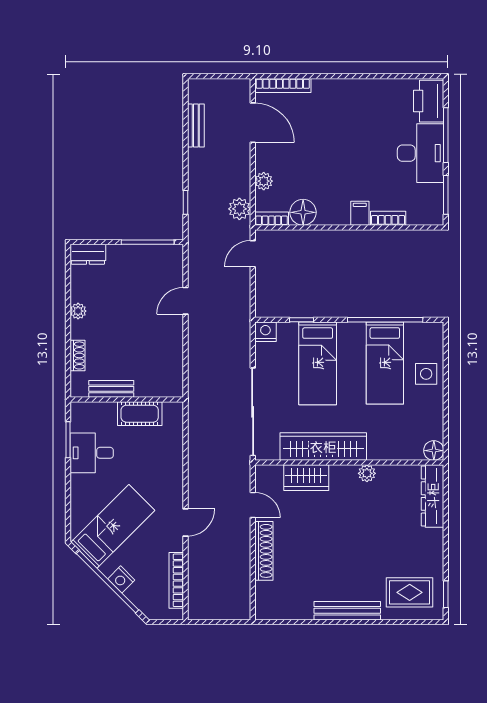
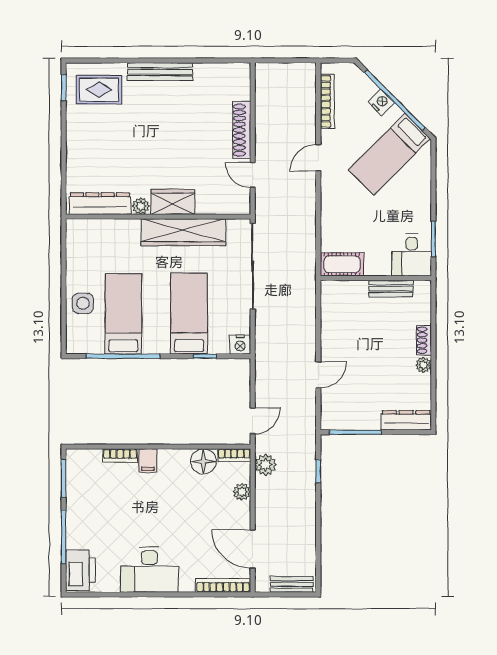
bench: (196, 126) -> (292, 584), moved, turned 90
desk: (421, 153) -> (149, 570), moved, turned -90
dresser: (88, 254) -> (406, 420), width x1.44
shoe rack: (77, 355) -> (424, 340), moved
cot: (140, 414) -> (342, 264), moved
floor lamp: (434, 451) -> (75, 228), removed
desk: (92, 453) -> (412, 255), moved, turned 90
wardrobe: (306, 478) -> (173, 202), moved
dresser: (433, 496) -> (100, 204), moved, turned -90

